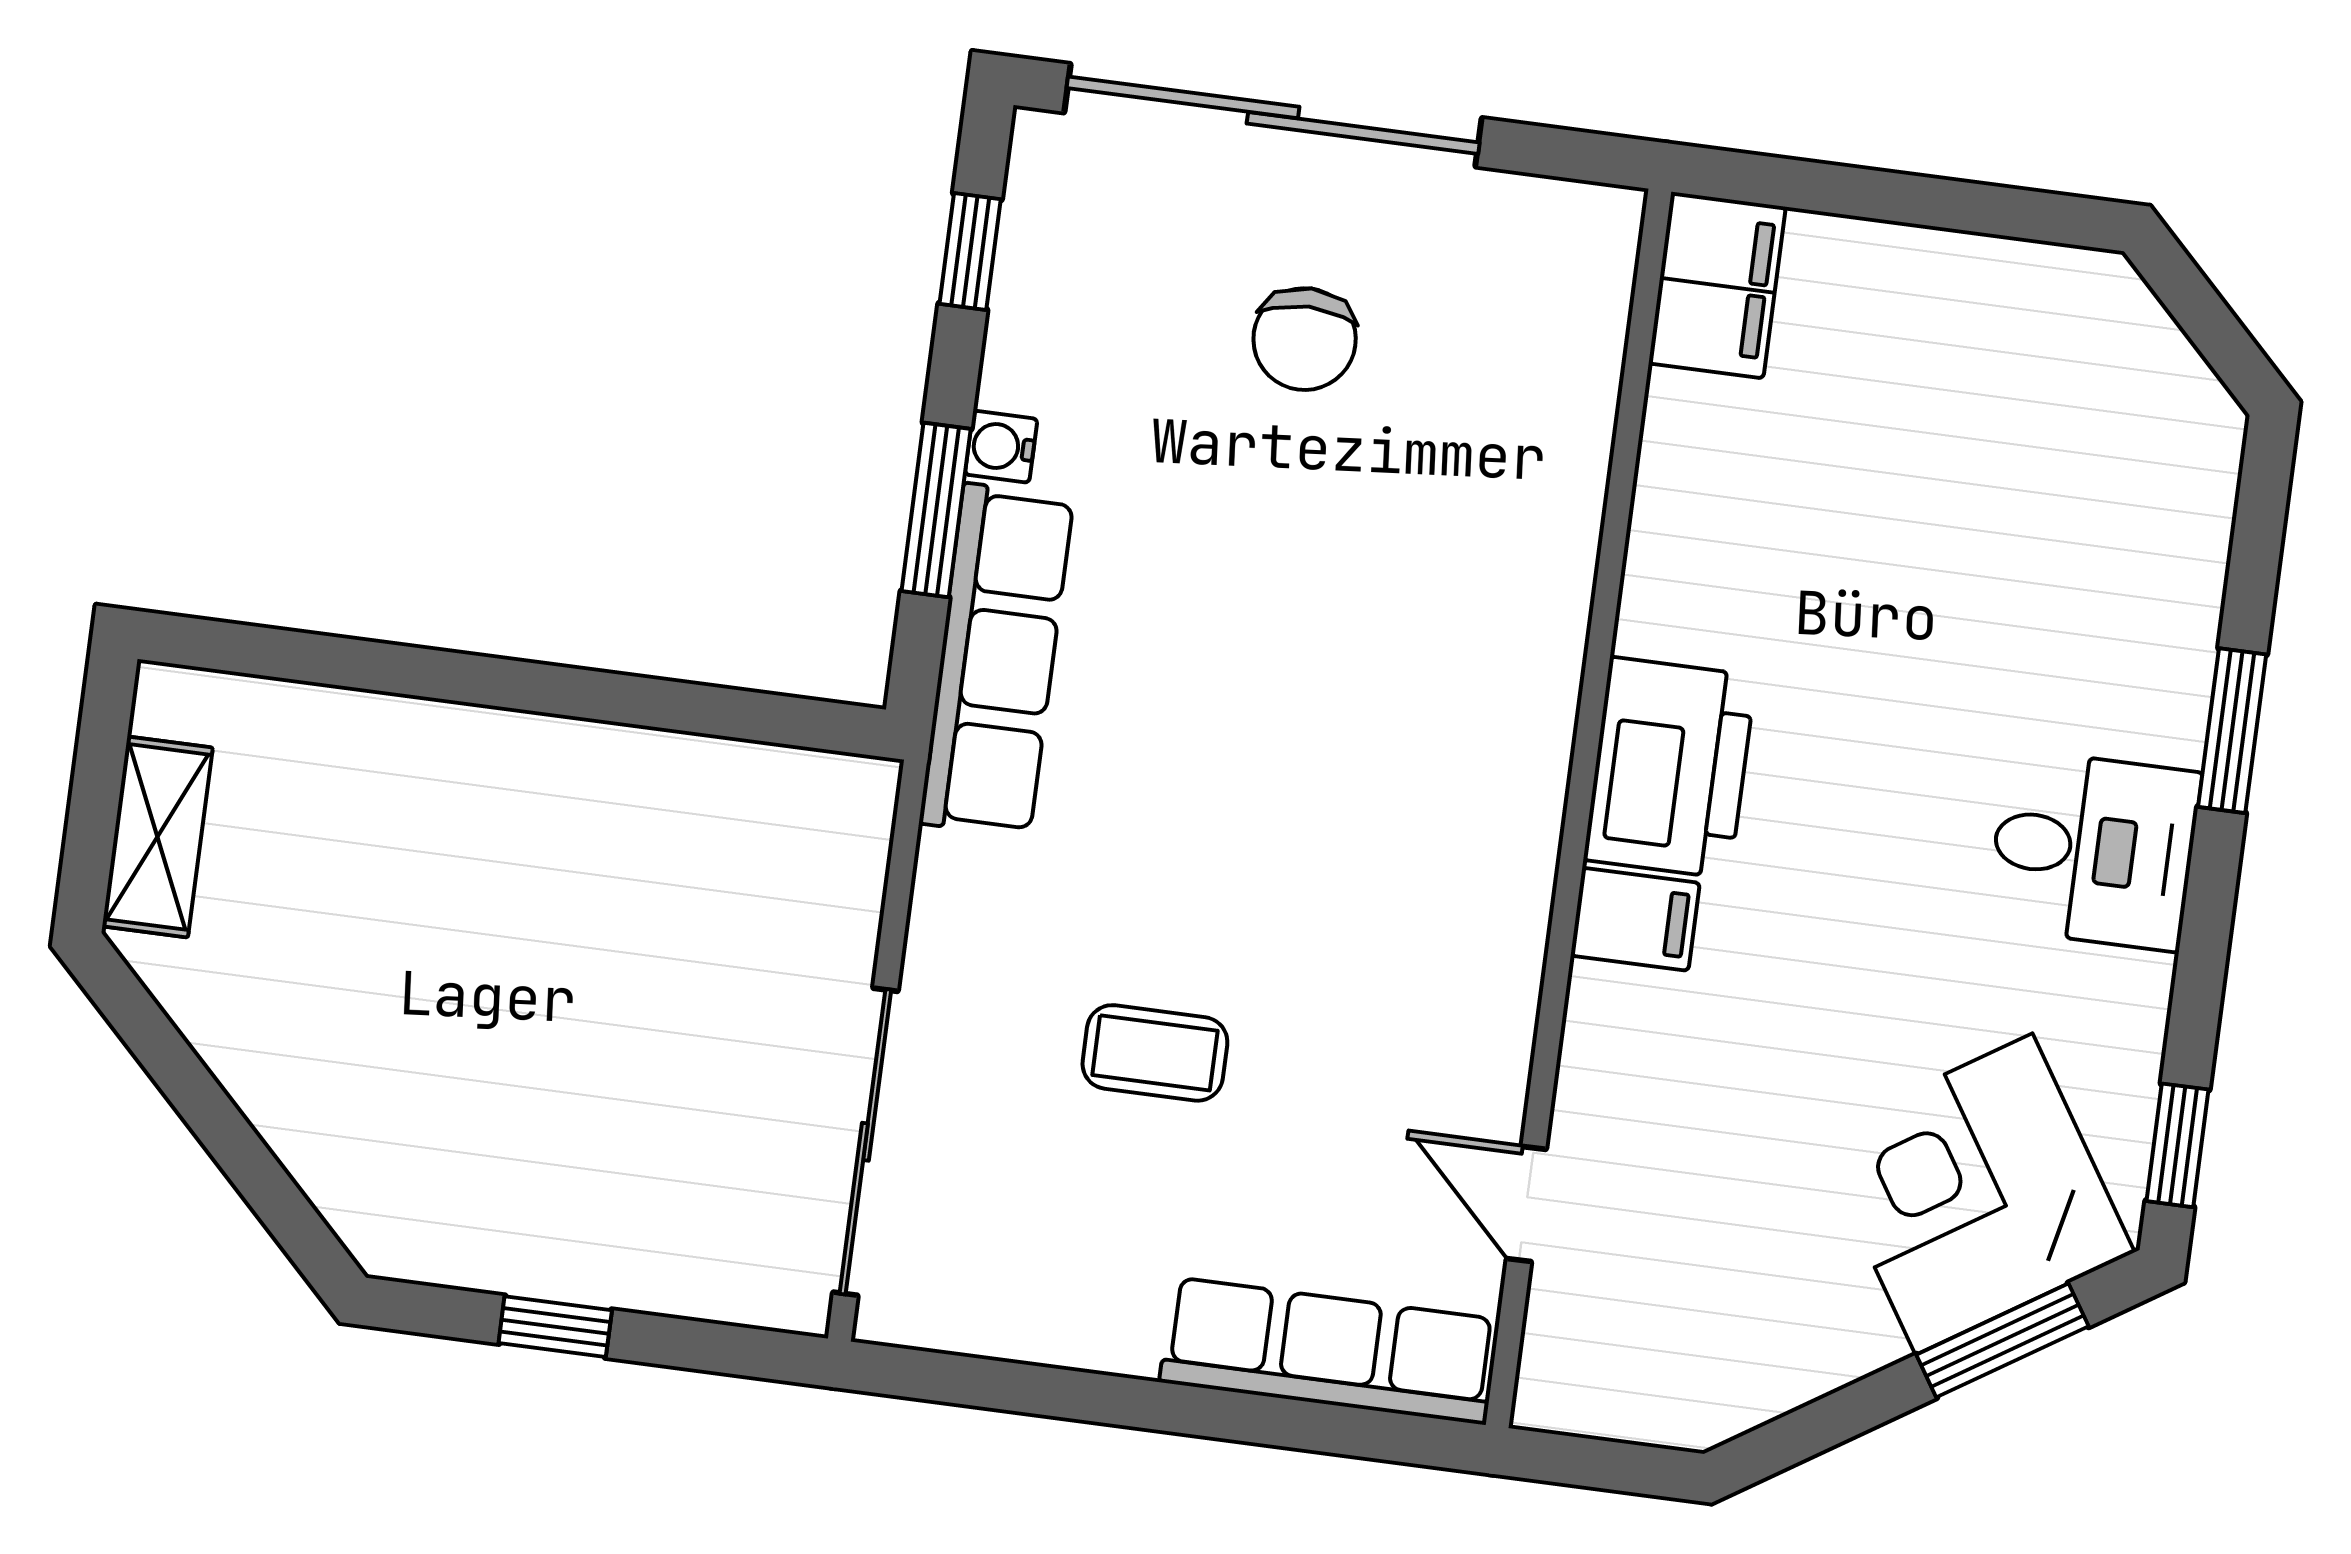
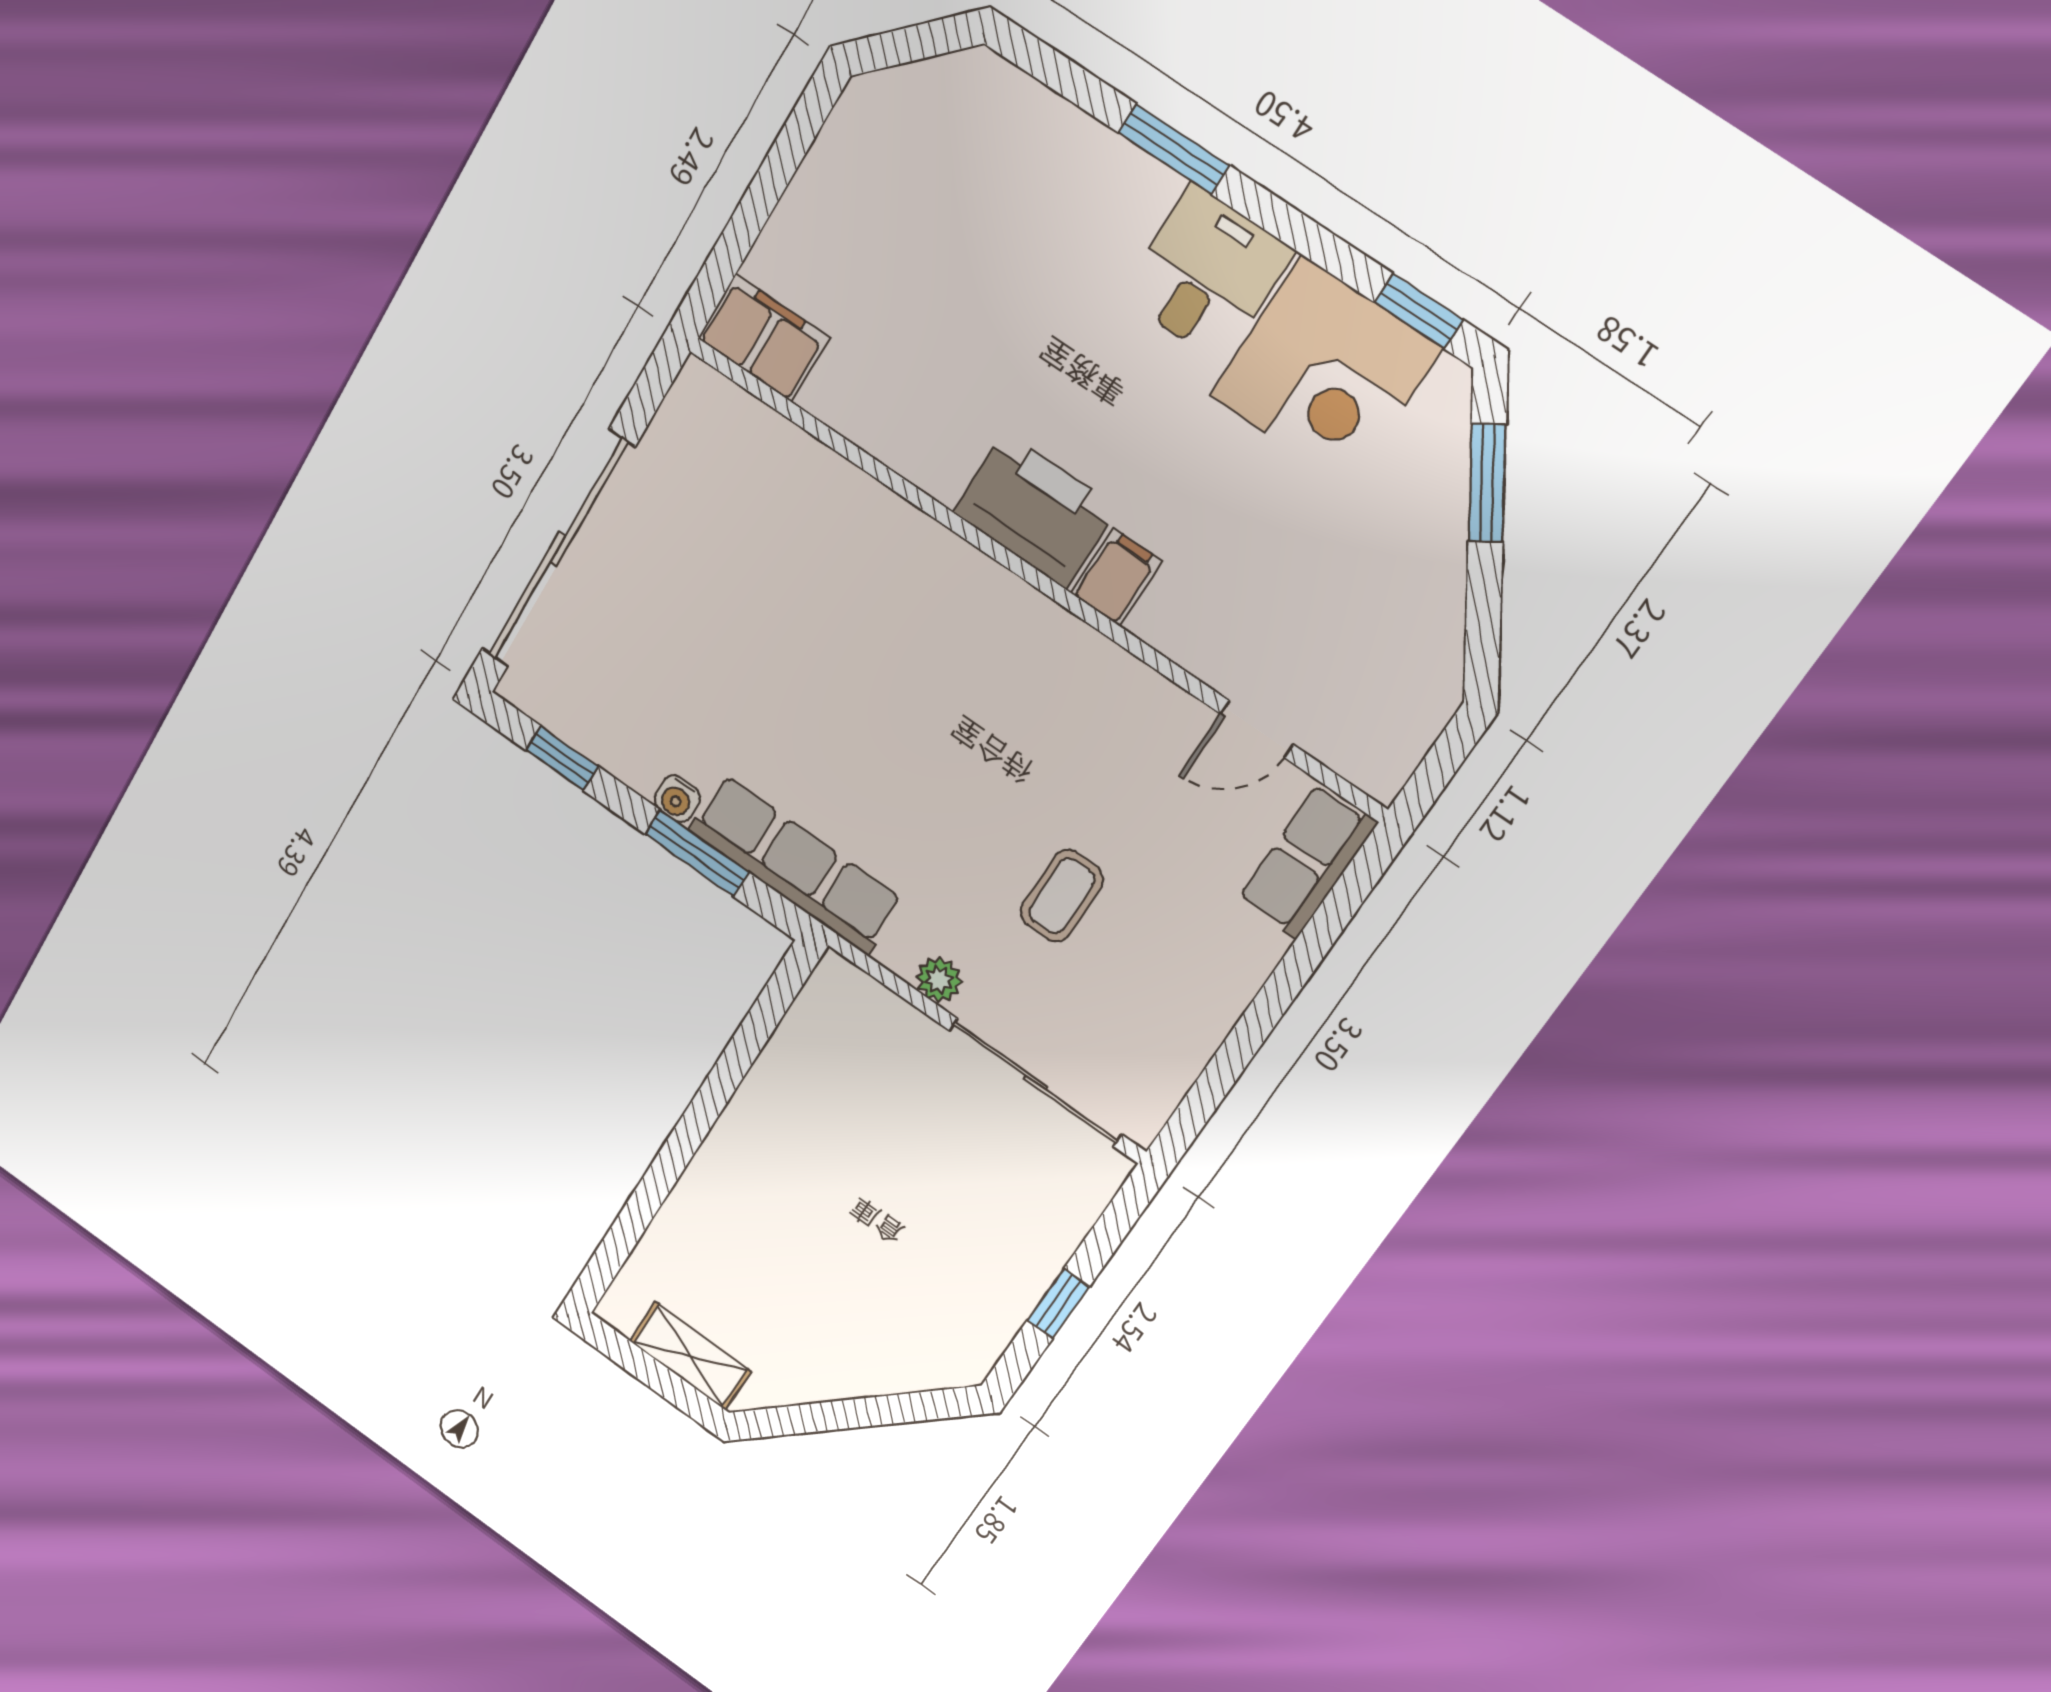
chair: (1305, 339) -> (691, 596), removed
plant: (940, 939) -> (939, 980), added
corner desk: (1974, 1194) -> (1325, 372), moved, turned -57
row of seats: (1329, 1351) -> (1307, 861), width x0.68

